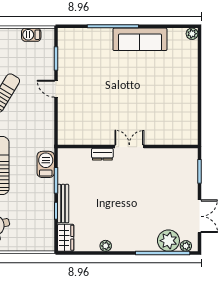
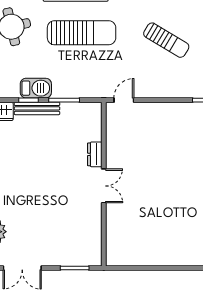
door: (56, 89) -> (124, 100), moved
barbecue: (46, 164) -> (36, 88), moved

